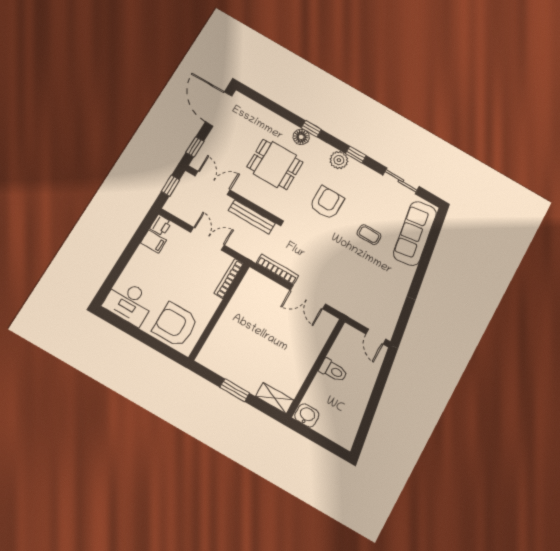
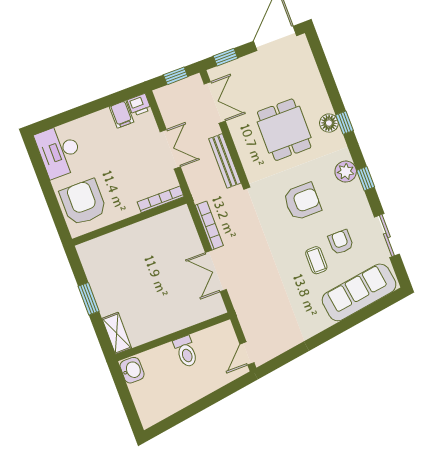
armchair: (375, 209) -> (341, 242), added

